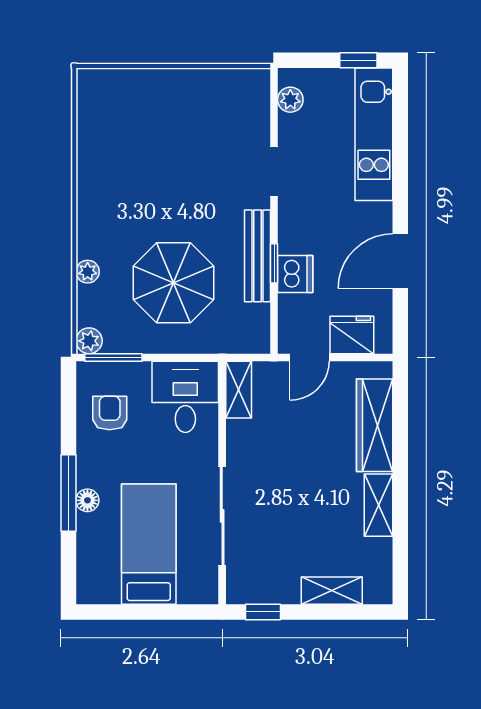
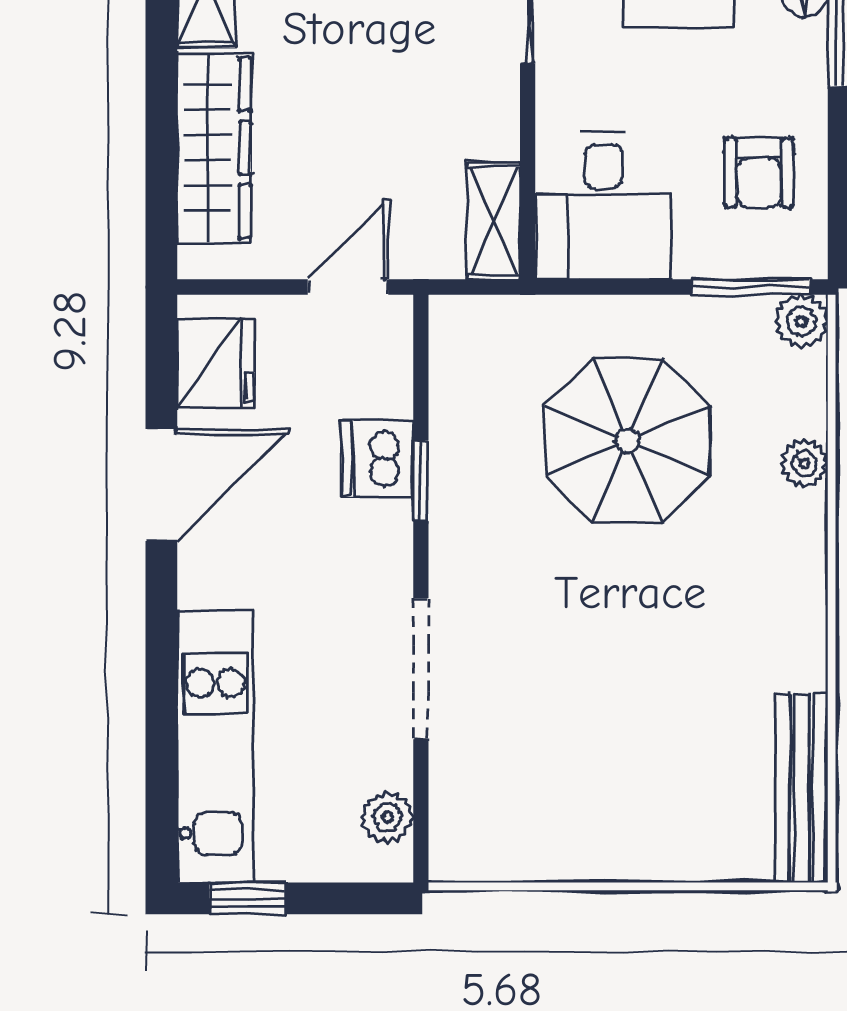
doorway: (274, 172) -> (421, 669), width x1.38
bench: (257, 256) -> (801, 788), moved
fridge: (352, 335) -> (216, 363), moved, turned -90

